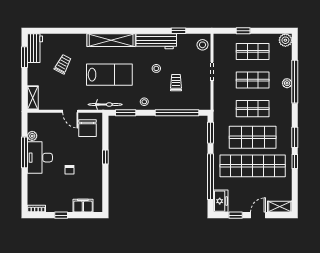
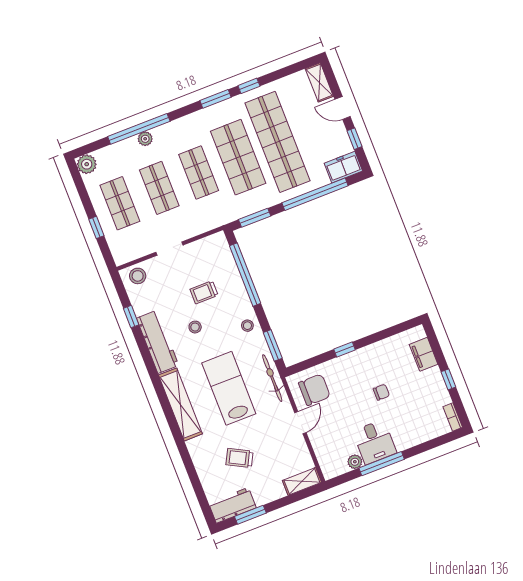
desk: (40, 158) -> (375, 442), width x0.73

